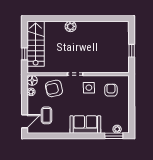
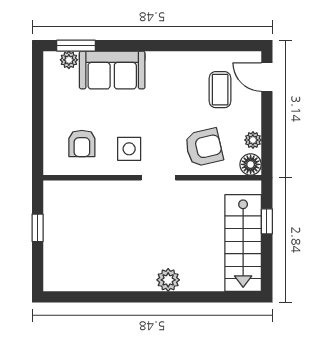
door: (25, 121) -> (267, 77), hinge flipped
sofa: (85, 124) -> (112, 70), moved

